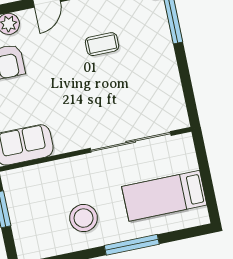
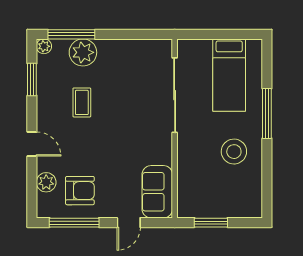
plant: (156, 34) -> (83, 52), added

